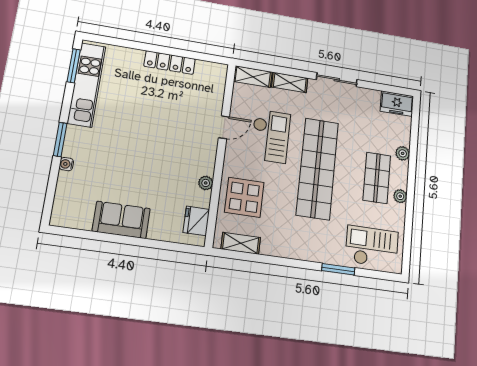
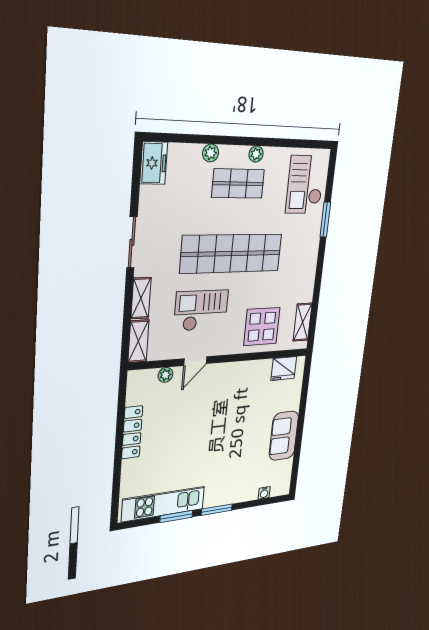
window: (74, 66) -> (176, 516), moved
door: (224, 127) -> (195, 361), swing flipped
water cooler: (66, 164) -> (264, 493), moved
plant: (206, 183) -> (165, 375), moved

